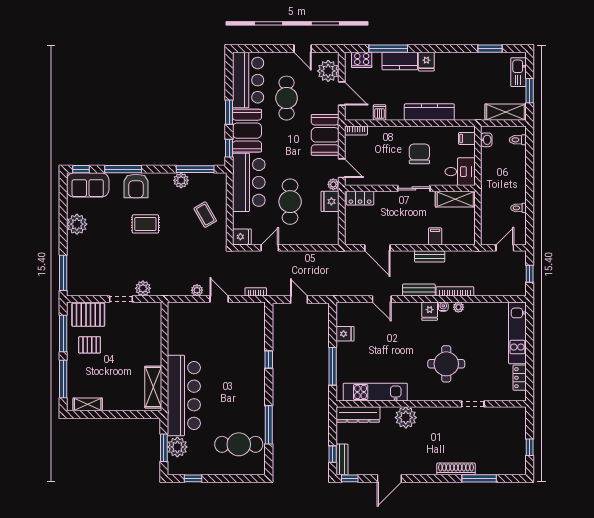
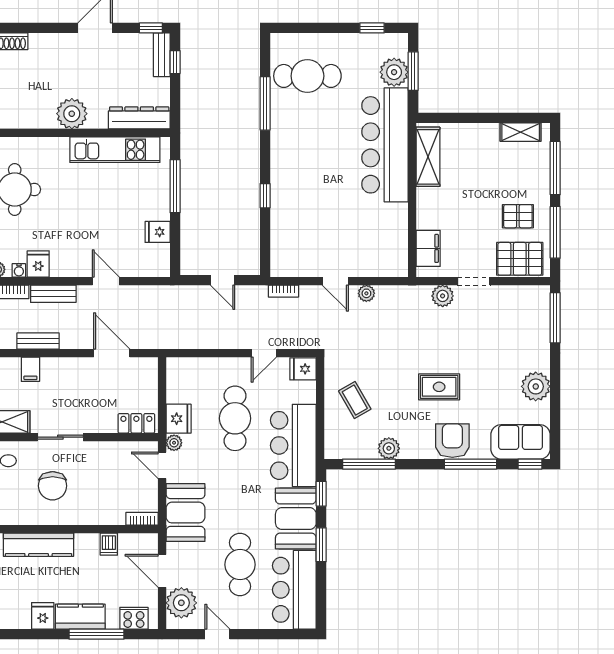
filing cabinet: (153, 322) -> (428, 248), added

